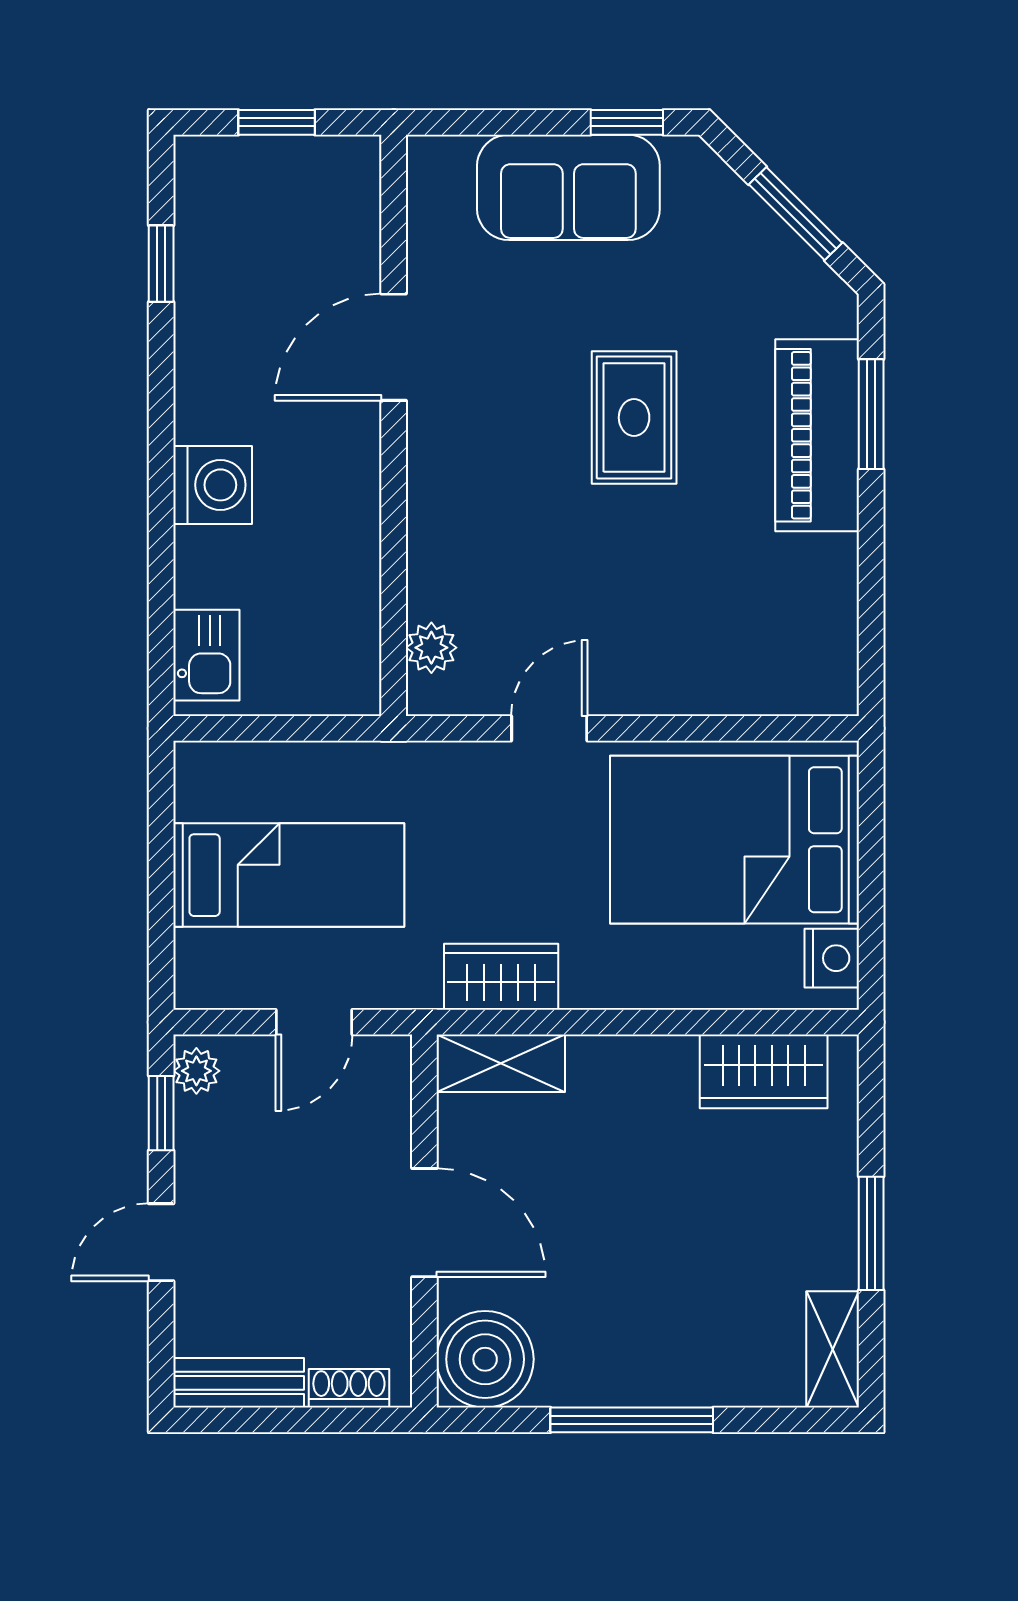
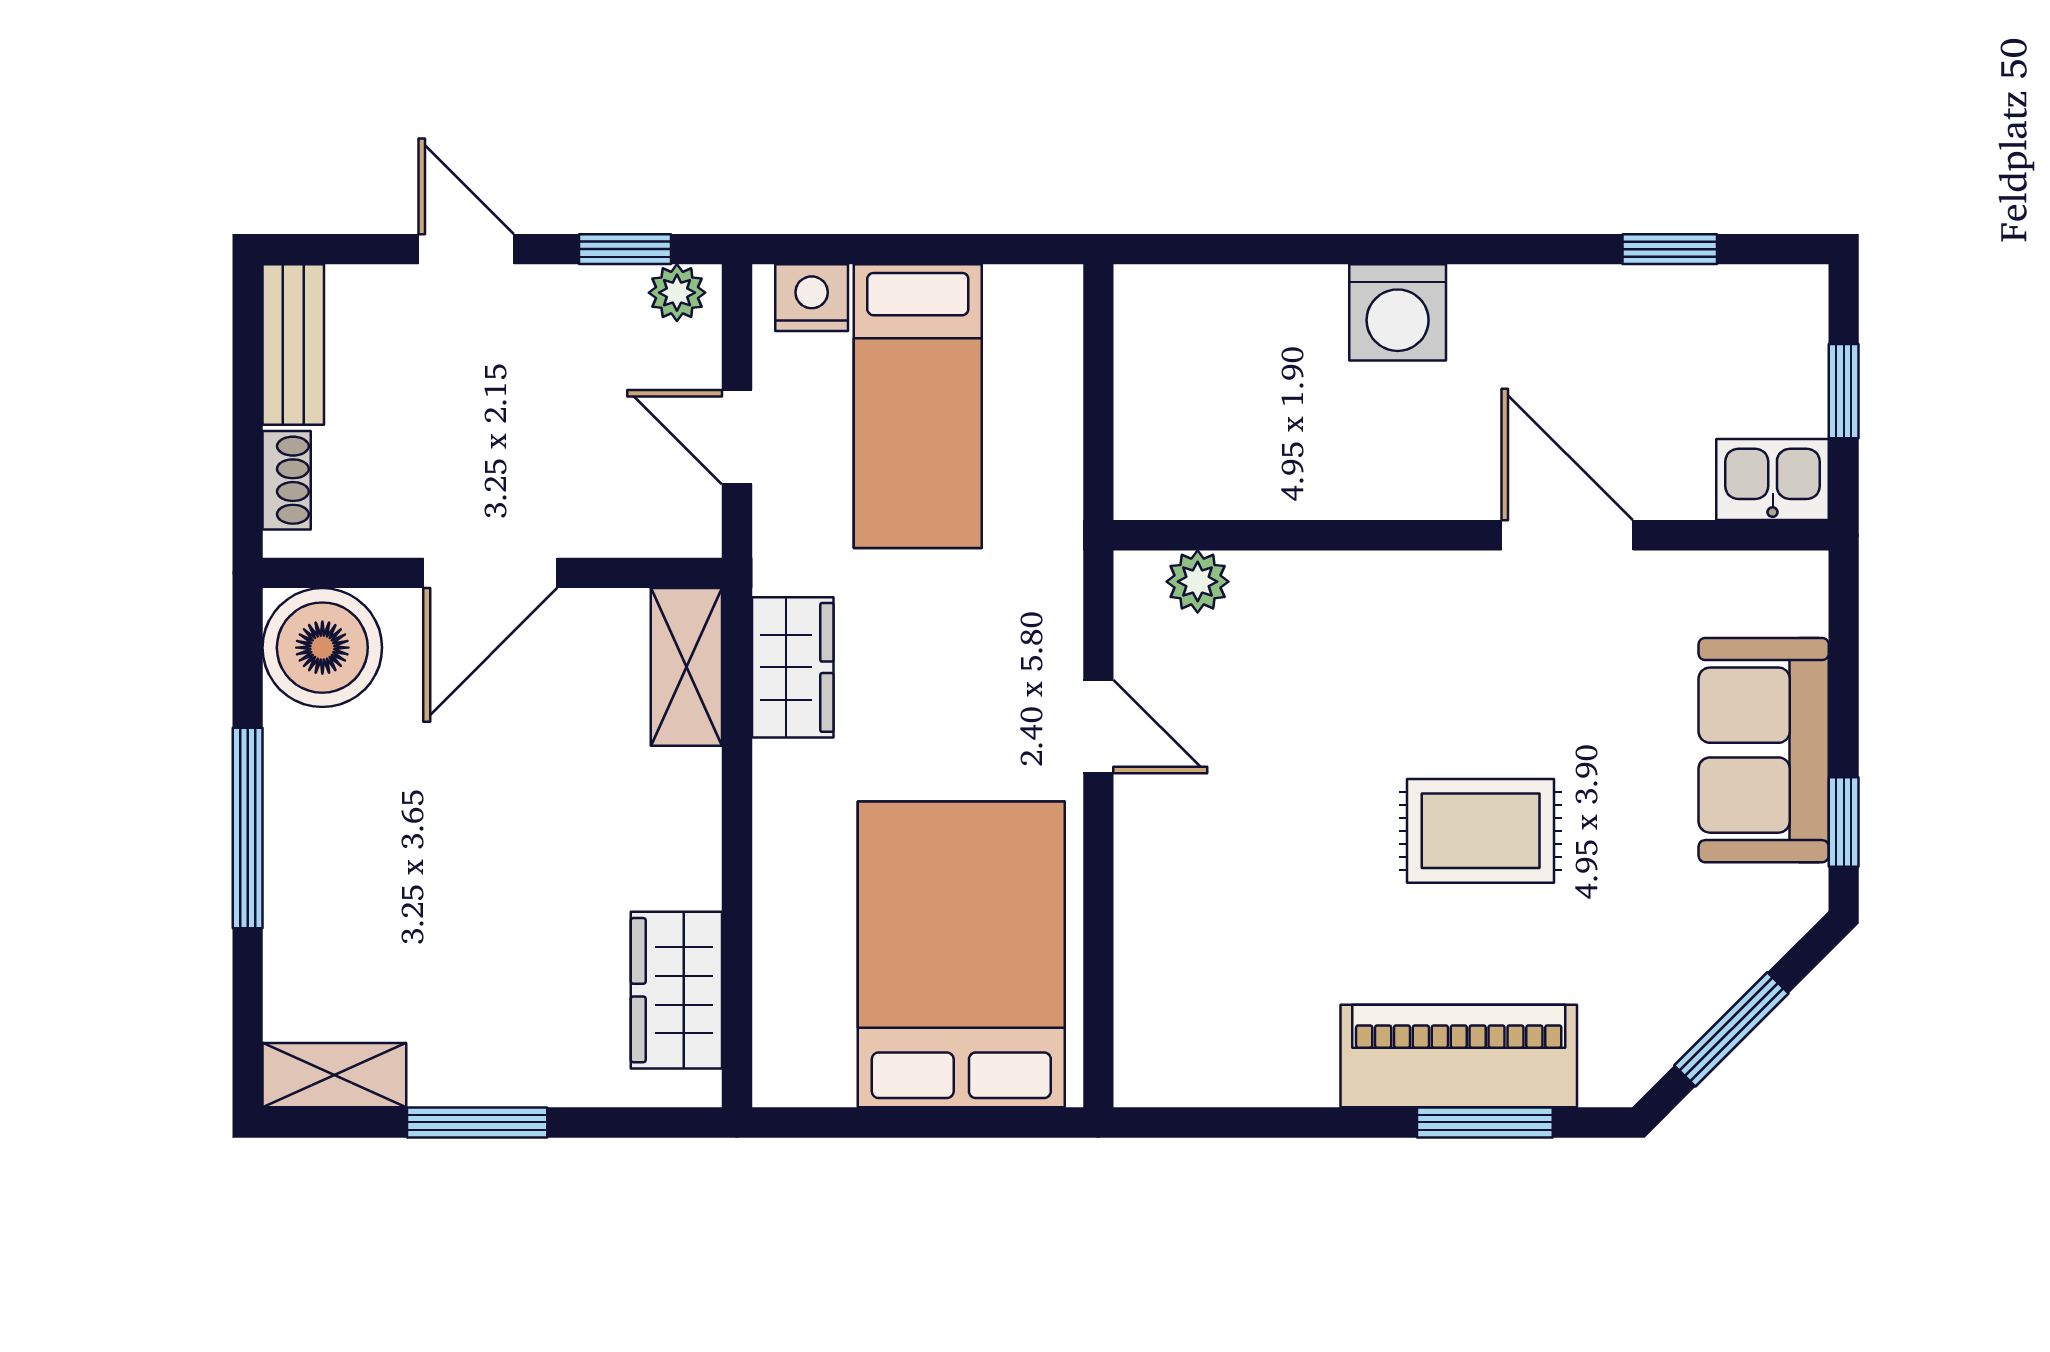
kitchen sink: (206, 655) -> (1773, 480), moved, turned 180
nightstand: (832, 958) -> (812, 298), moved, turned 180

